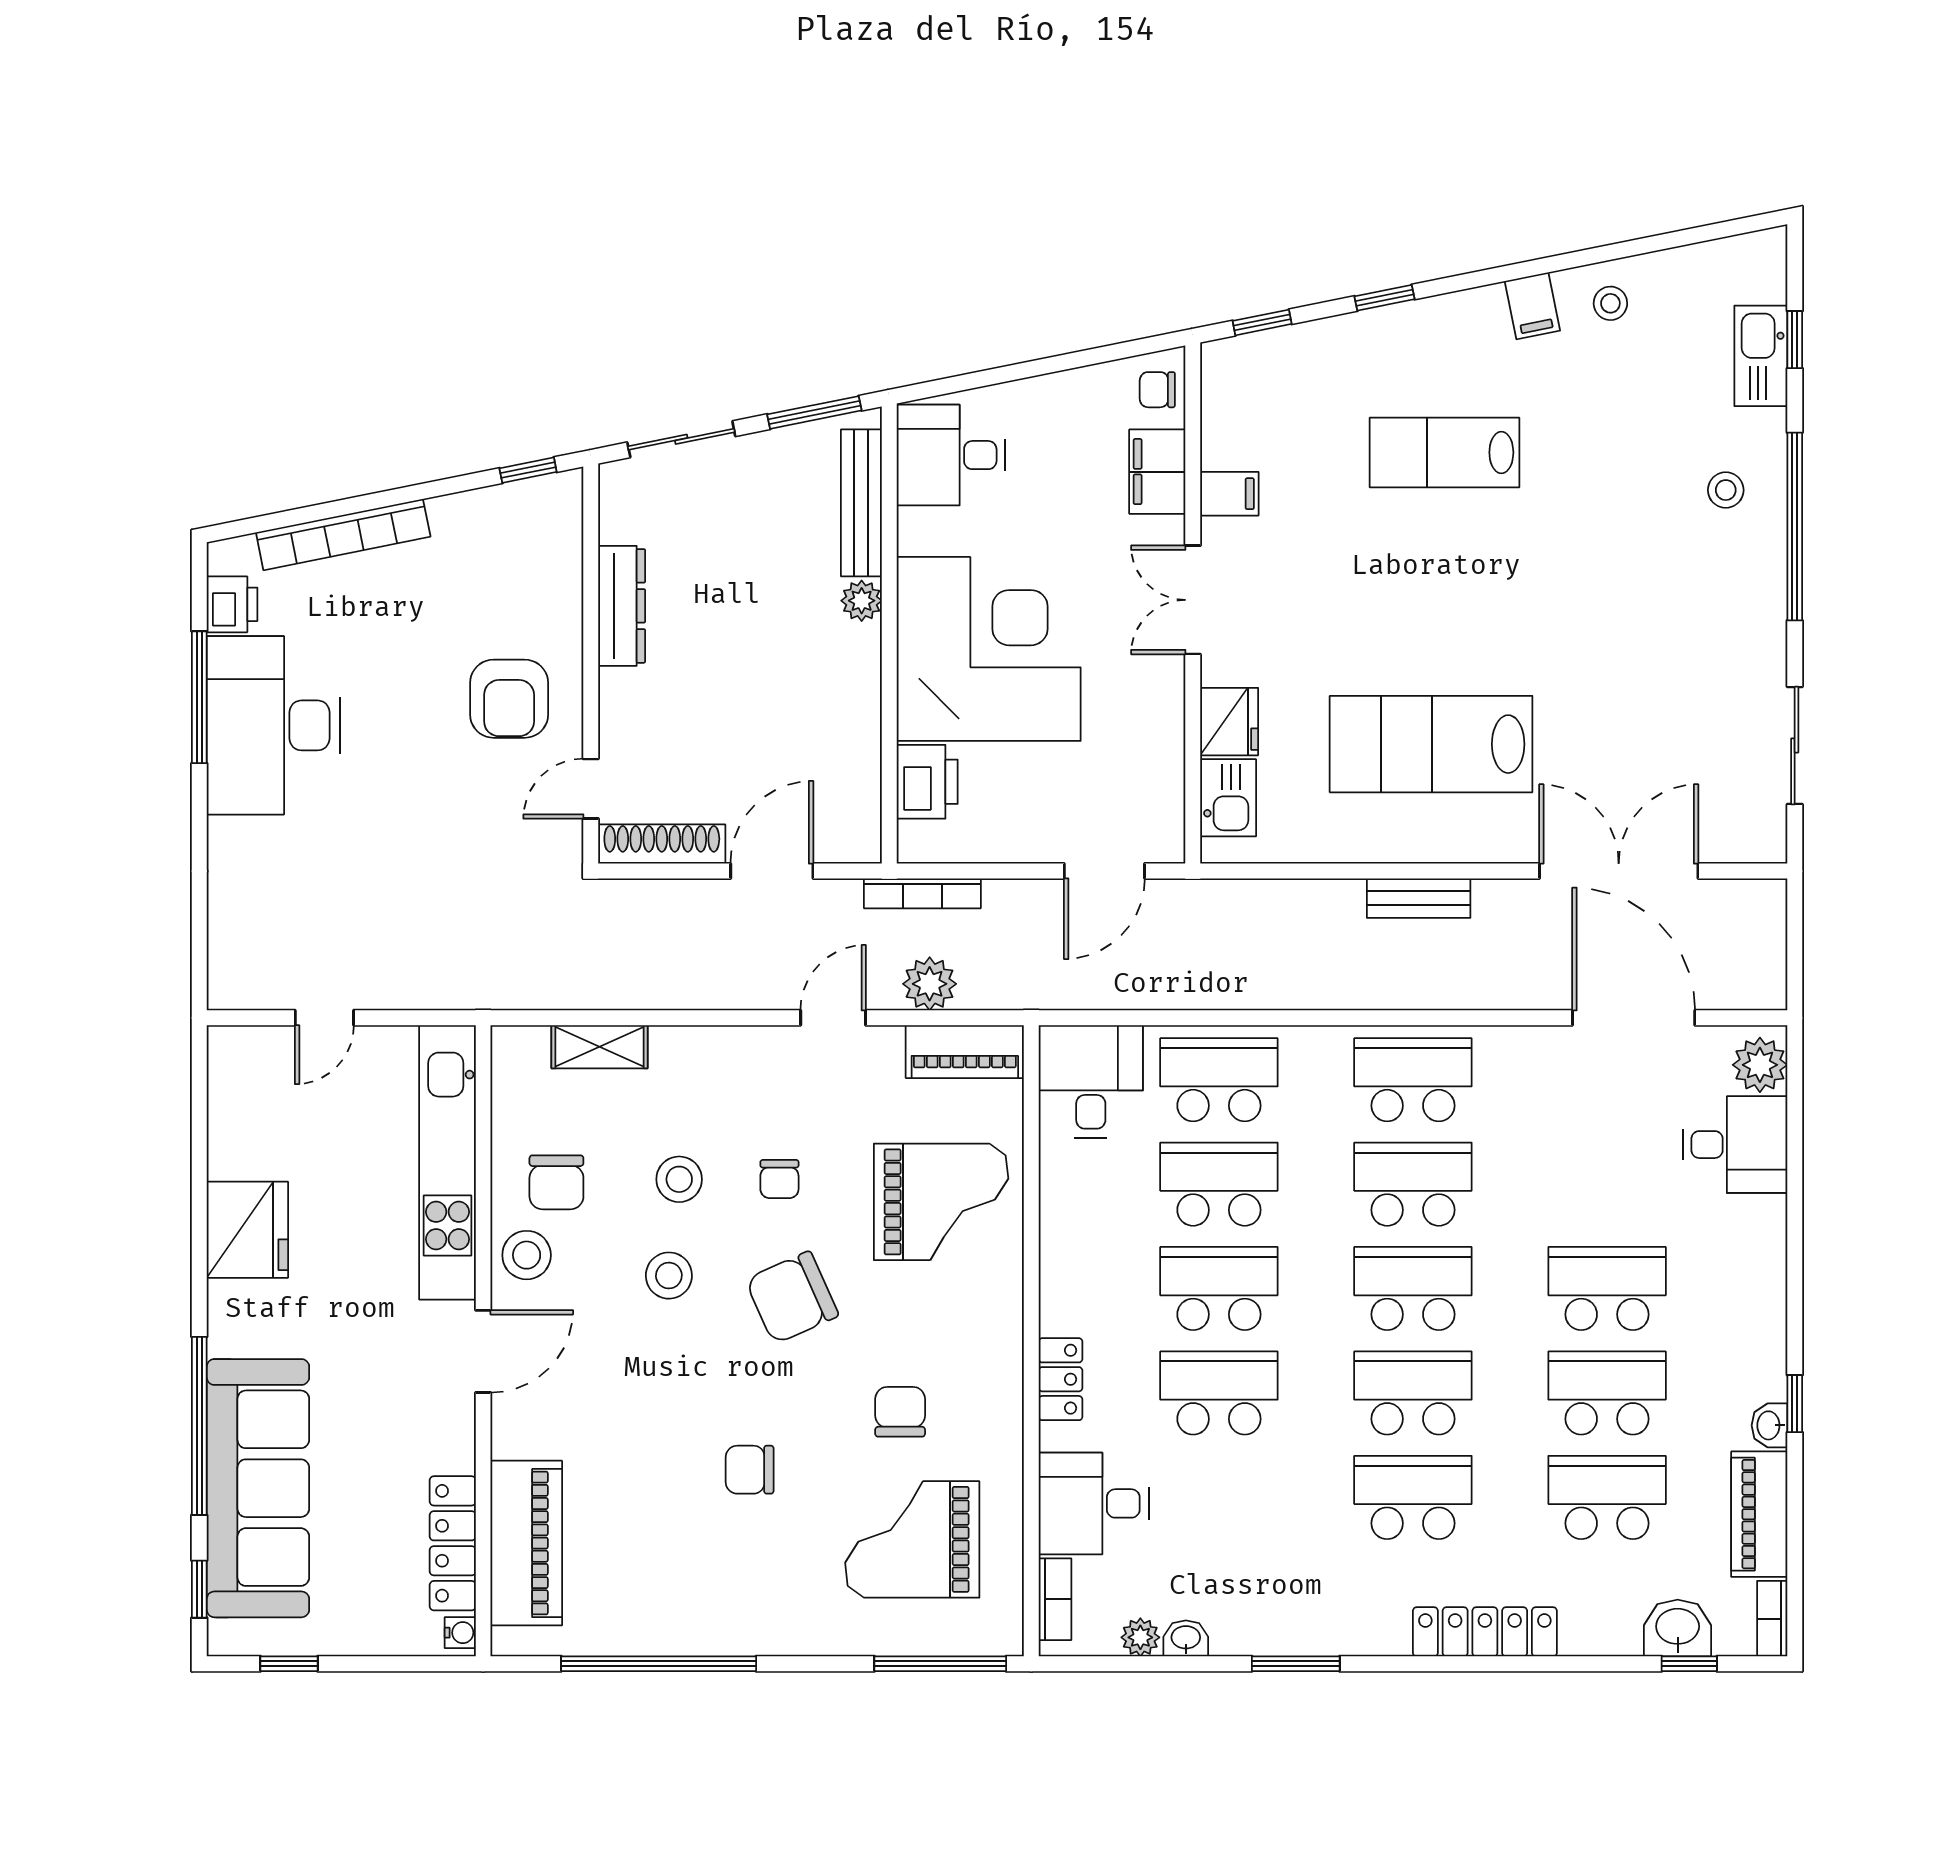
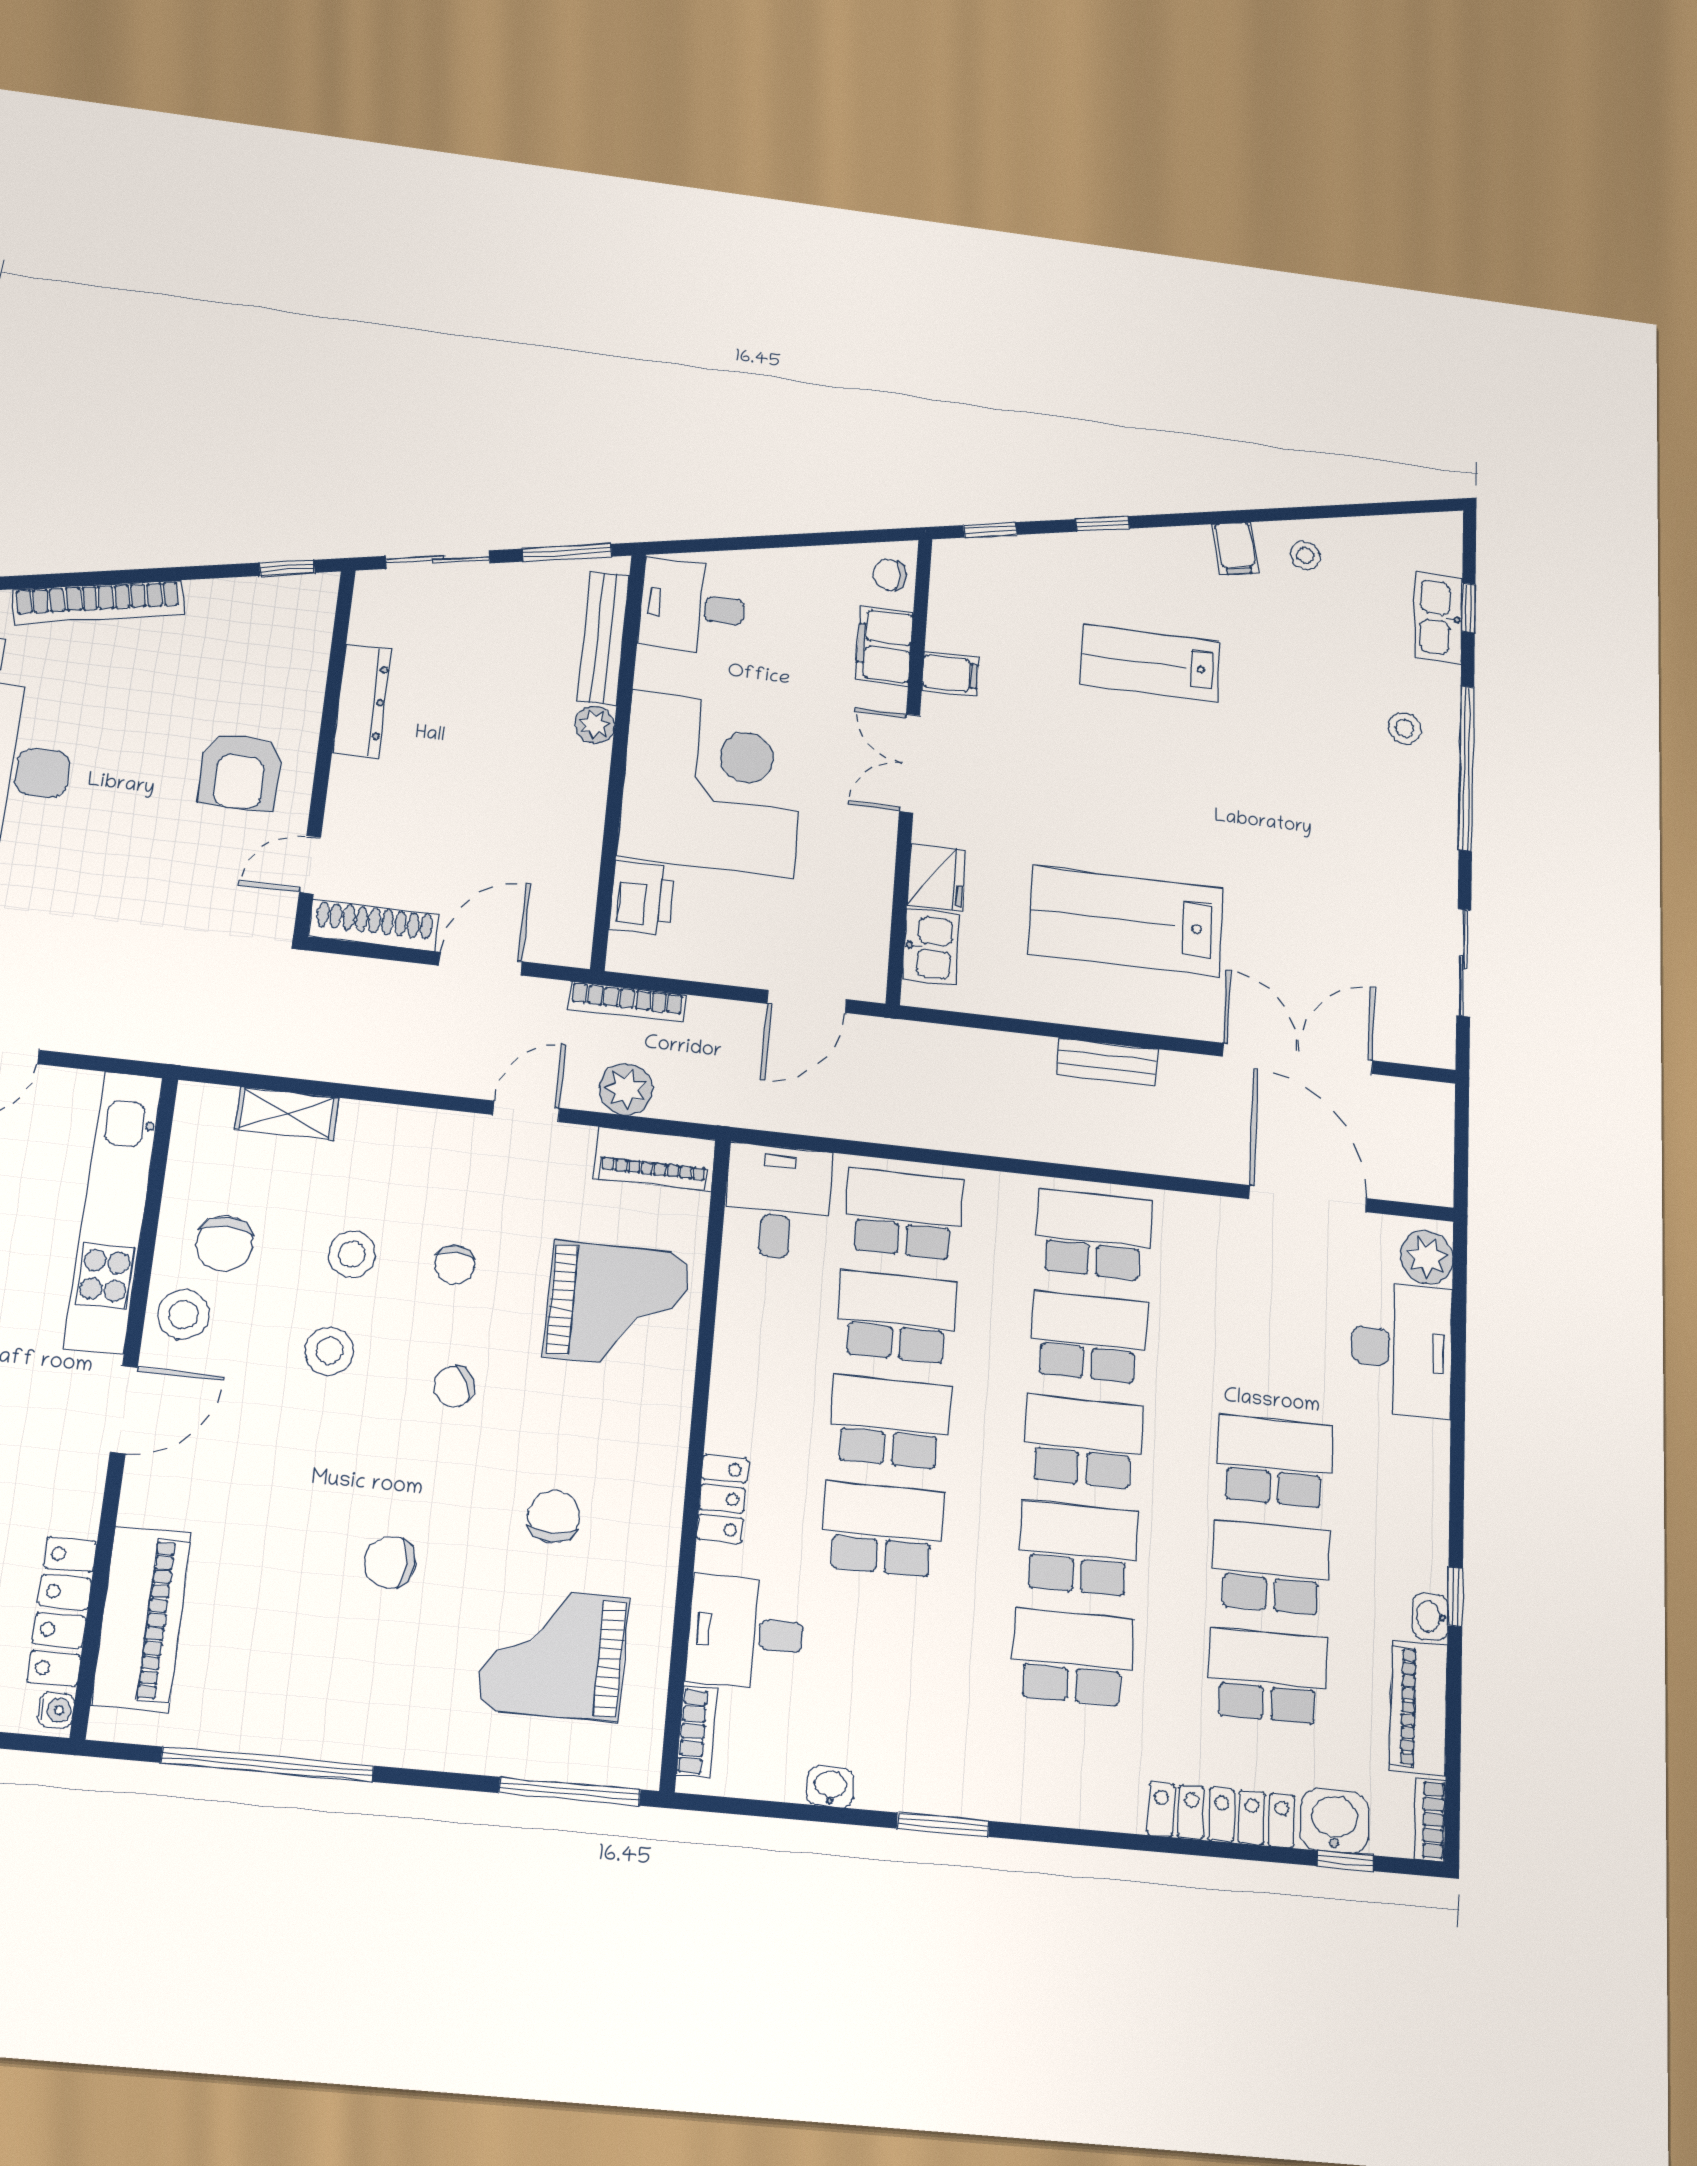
desk: (1735, 1145) -> (1402, 1349), width x1.37
chair: (792, 1298) -> (454, 1387), width x0.54, depth x0.54
locker: (1485, 1632) -> (1221, 1815), moved
plant: (1140, 1637) -> (783, 1781), removed

